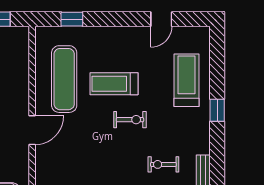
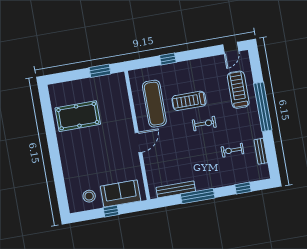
window: (72, 19) -> (168, 59), moved
door: (161, 19) -> (231, 48), moved
window: (217, 110) -> (263, 107), width x3.17

